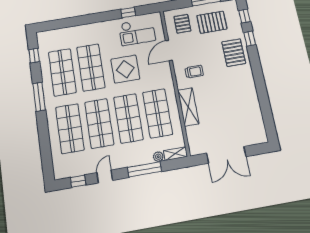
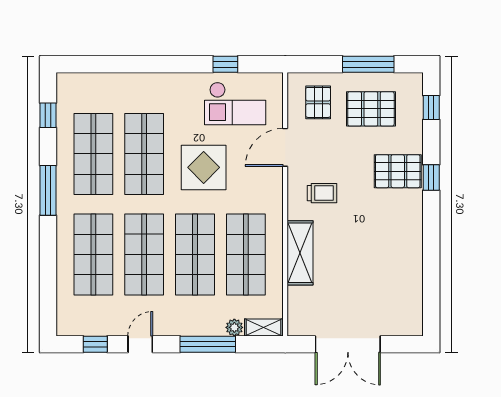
window: (250, 39) -> (431, 177), moved
pallet: (234, 53) -> (398, 171), turned 90

